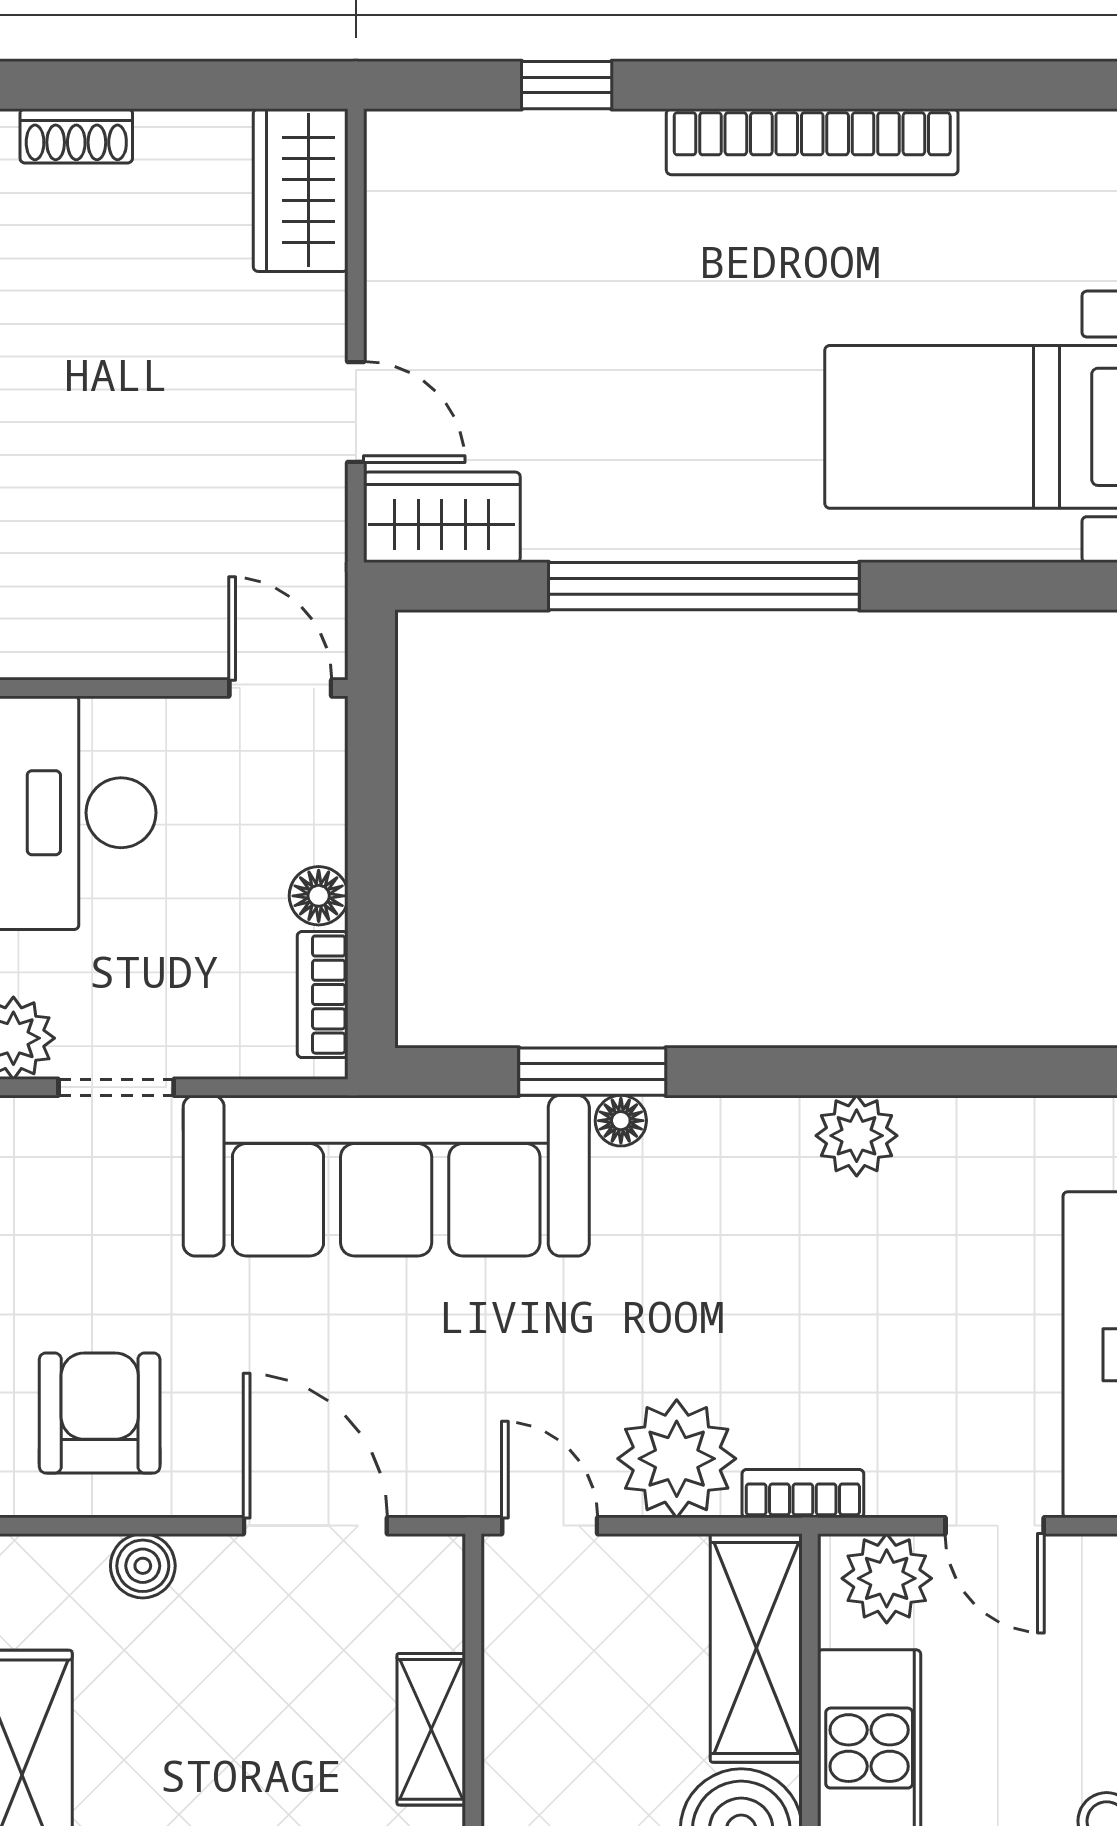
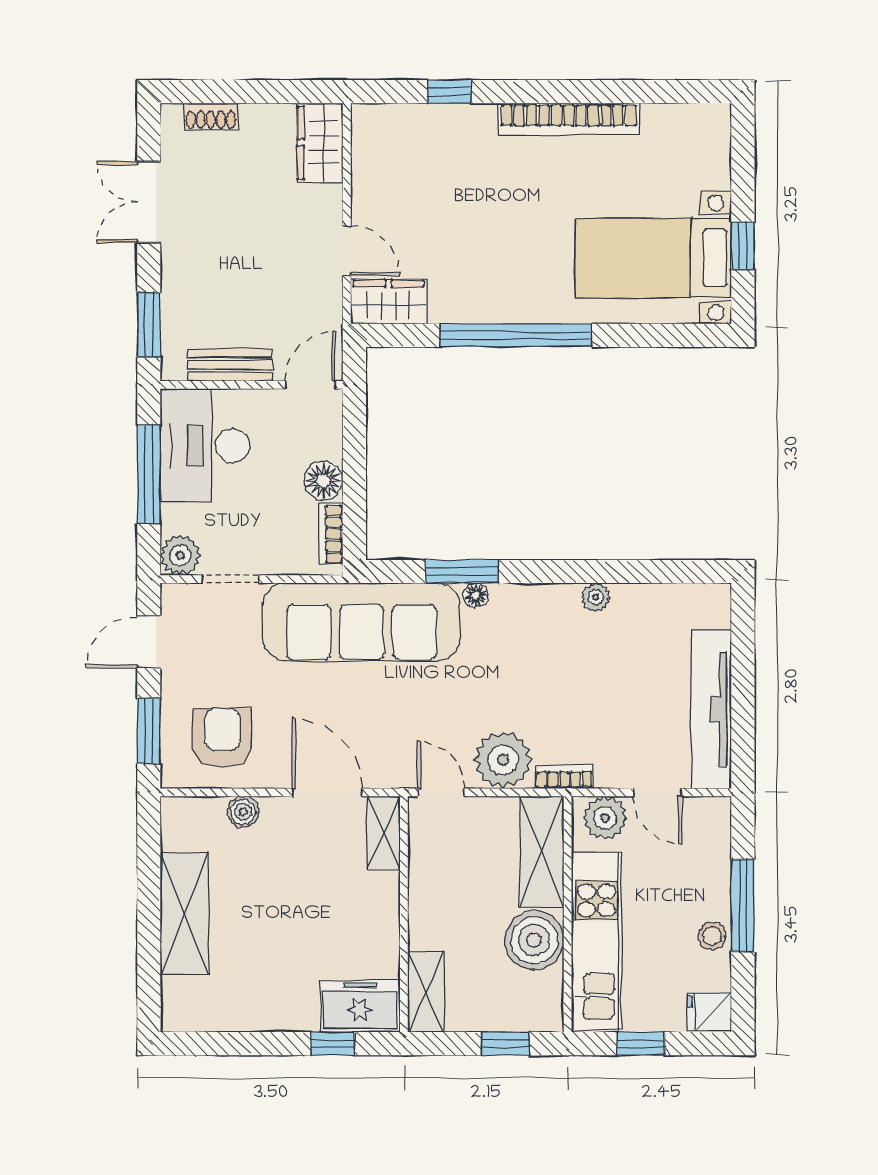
bench: (115, 647) -> (230, 365), added
door: (280, 688) -> (310, 385), hinge flipped
floor lamp: (319, 896) -> (323, 481), width x1.37, depth x1.37
plant: (857, 1136) -> (596, 597), width x0.73, depth x0.73
shelving: (431, 1729) -> (384, 833), moved

